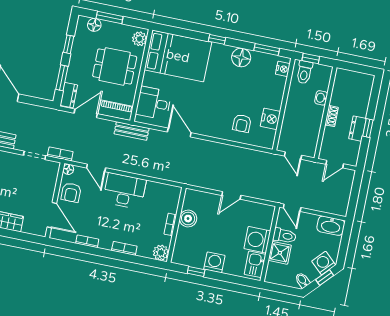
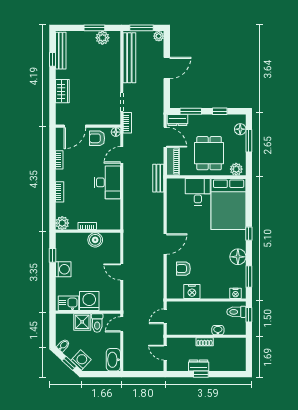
desk: (153, 103) -> (198, 192), moved
door: (179, 132) -> (165, 244), moved

